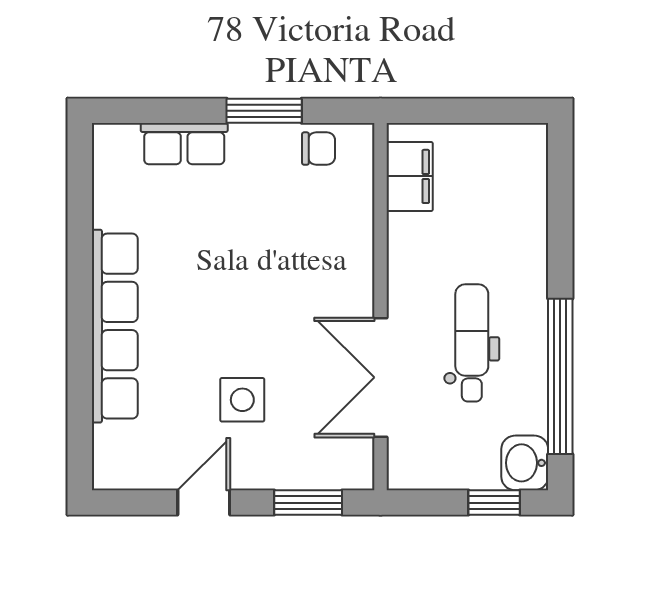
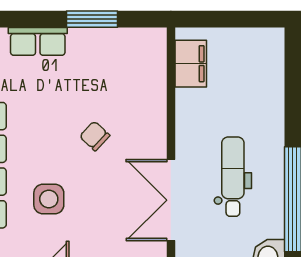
chair: (319, 149) -> (95, 136), moved, turned -137
side table: (242, 400) -> (49, 199), moved

